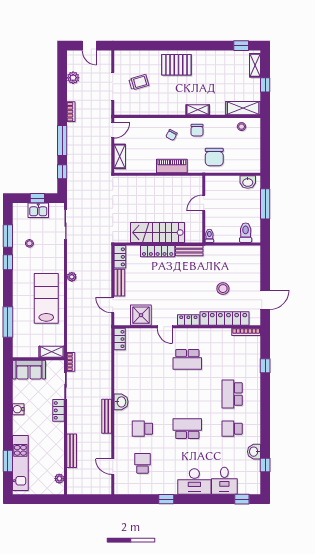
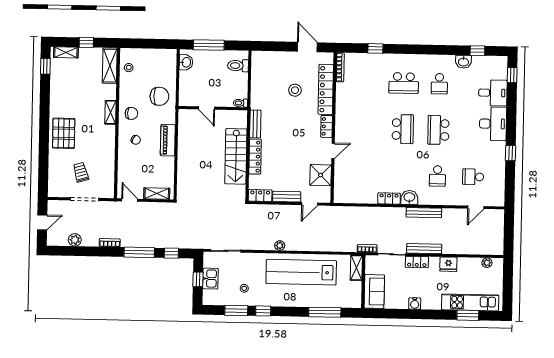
lab bench: (46, 298) -> (301, 272), width x1.36
locker: (120, 339) -> (389, 198), moved
school desk: (187, 359) -> (403, 129), moved
fridge: (57, 441) -> (448, 264), added
bench: (72, 451) -> (424, 249), moved

